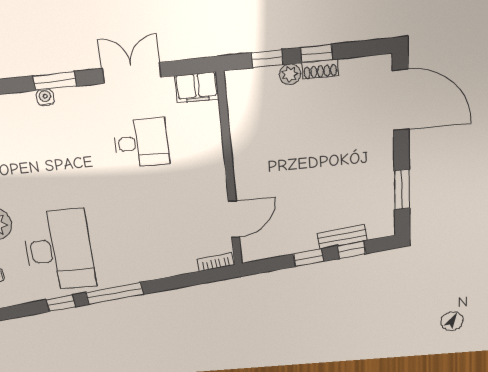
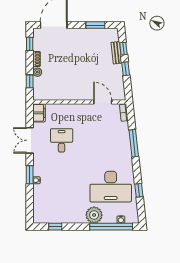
window: (317, 53) -> (30, 44), moved
desk: (59, 250) -> (111, 187), turned 180
window: (115, 293) -> (134, 143), moved

